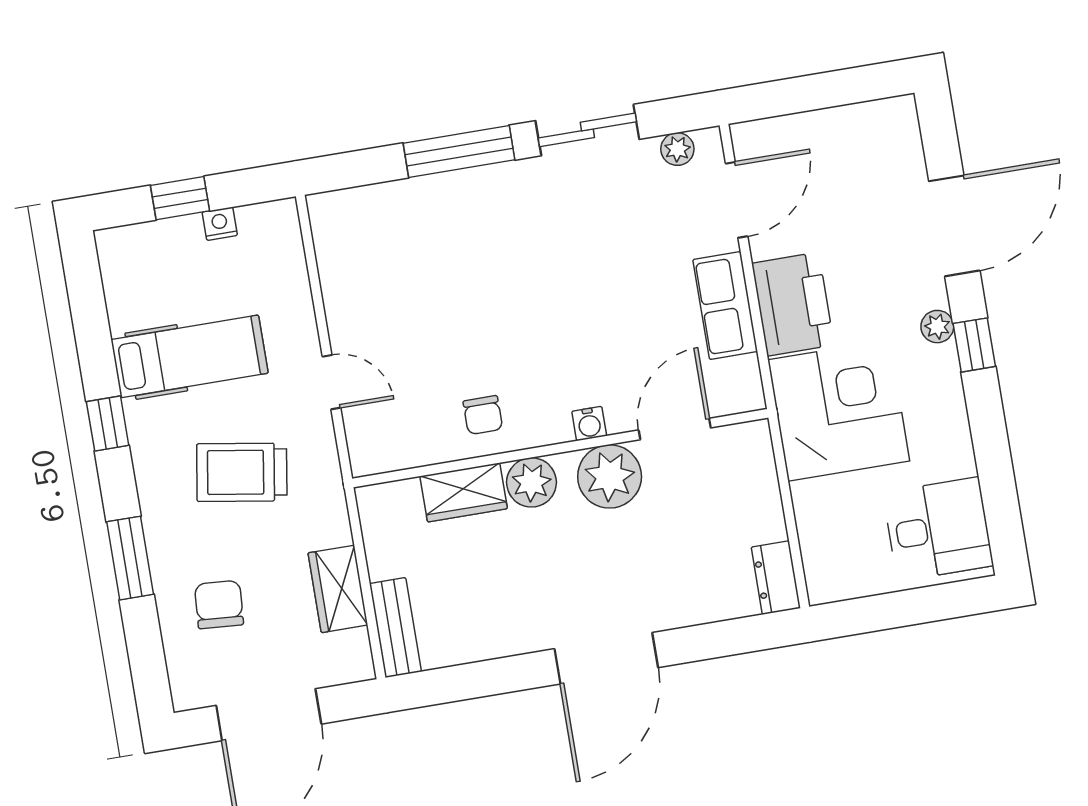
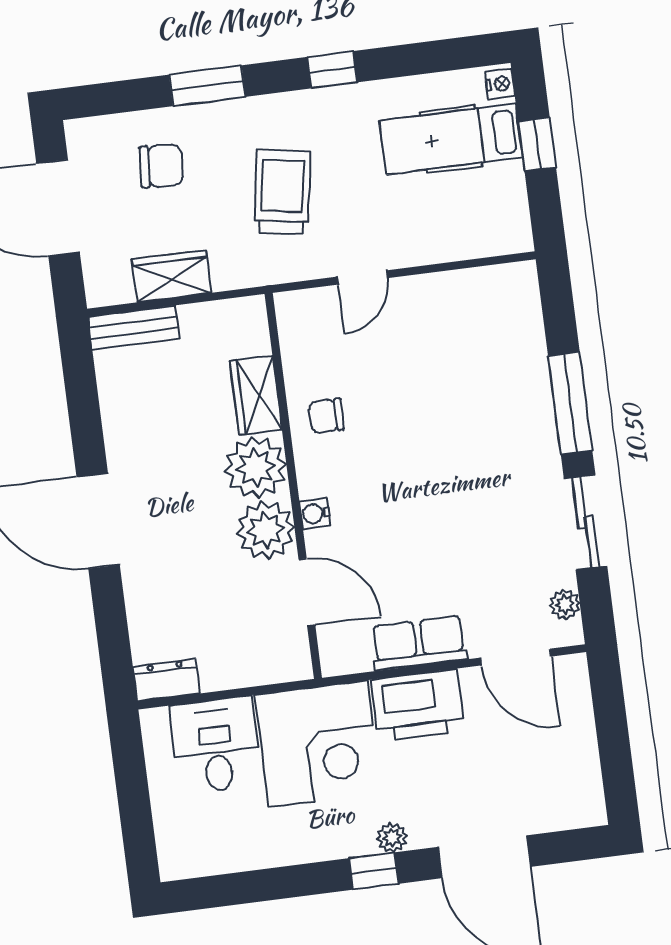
nightstand: (220, 224) -> (500, 84), moved
hospital bed: (189, 356) -> (451, 139), moved, turned 90
plant: (531, 482) -> (256, 467), width x1.36, depth x1.36
desk: (938, 529) -> (216, 745), moved, turned 180

